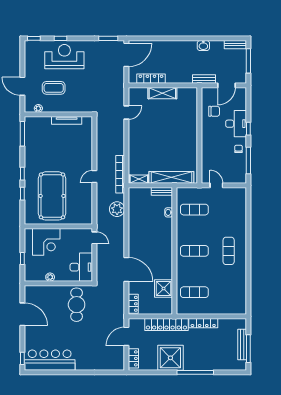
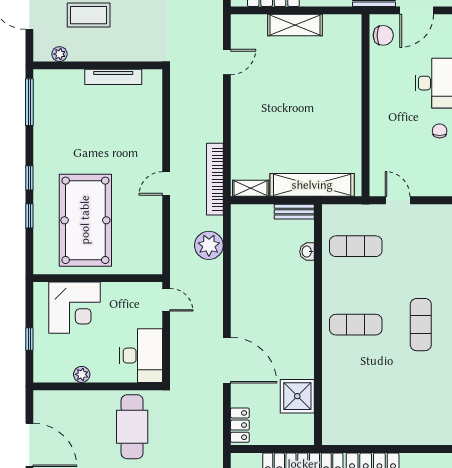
chair: (214, 111) -> (383, 35), moved
exercise mat: (194, 292) -> (356, 403), removed

